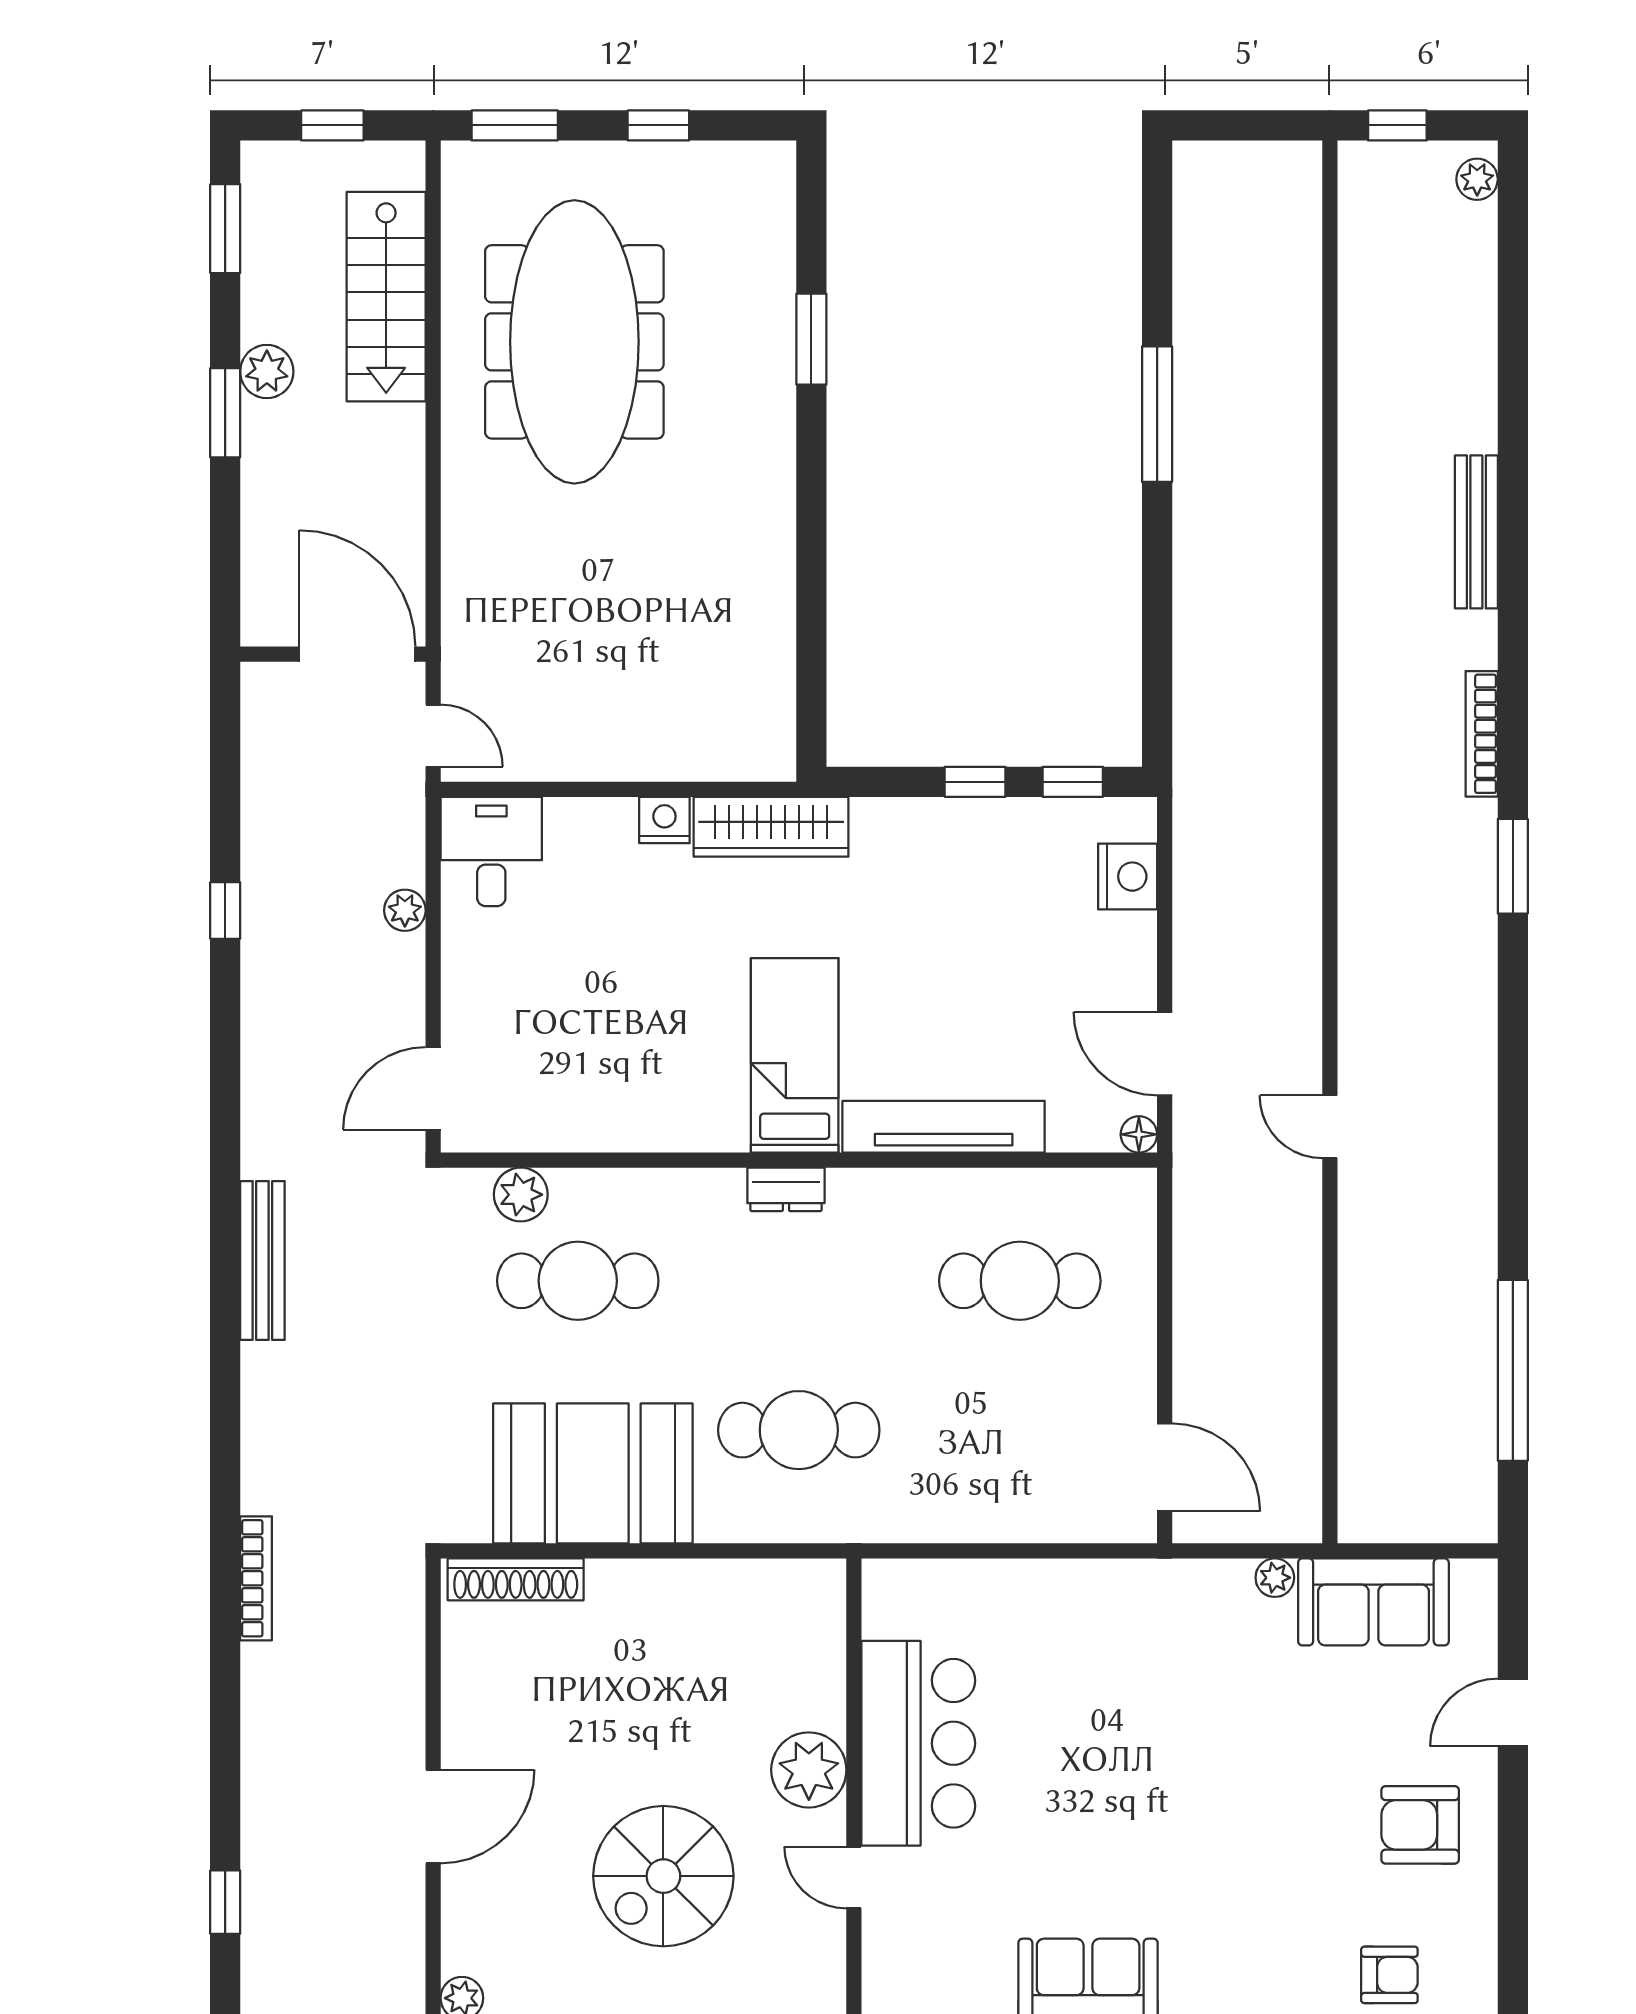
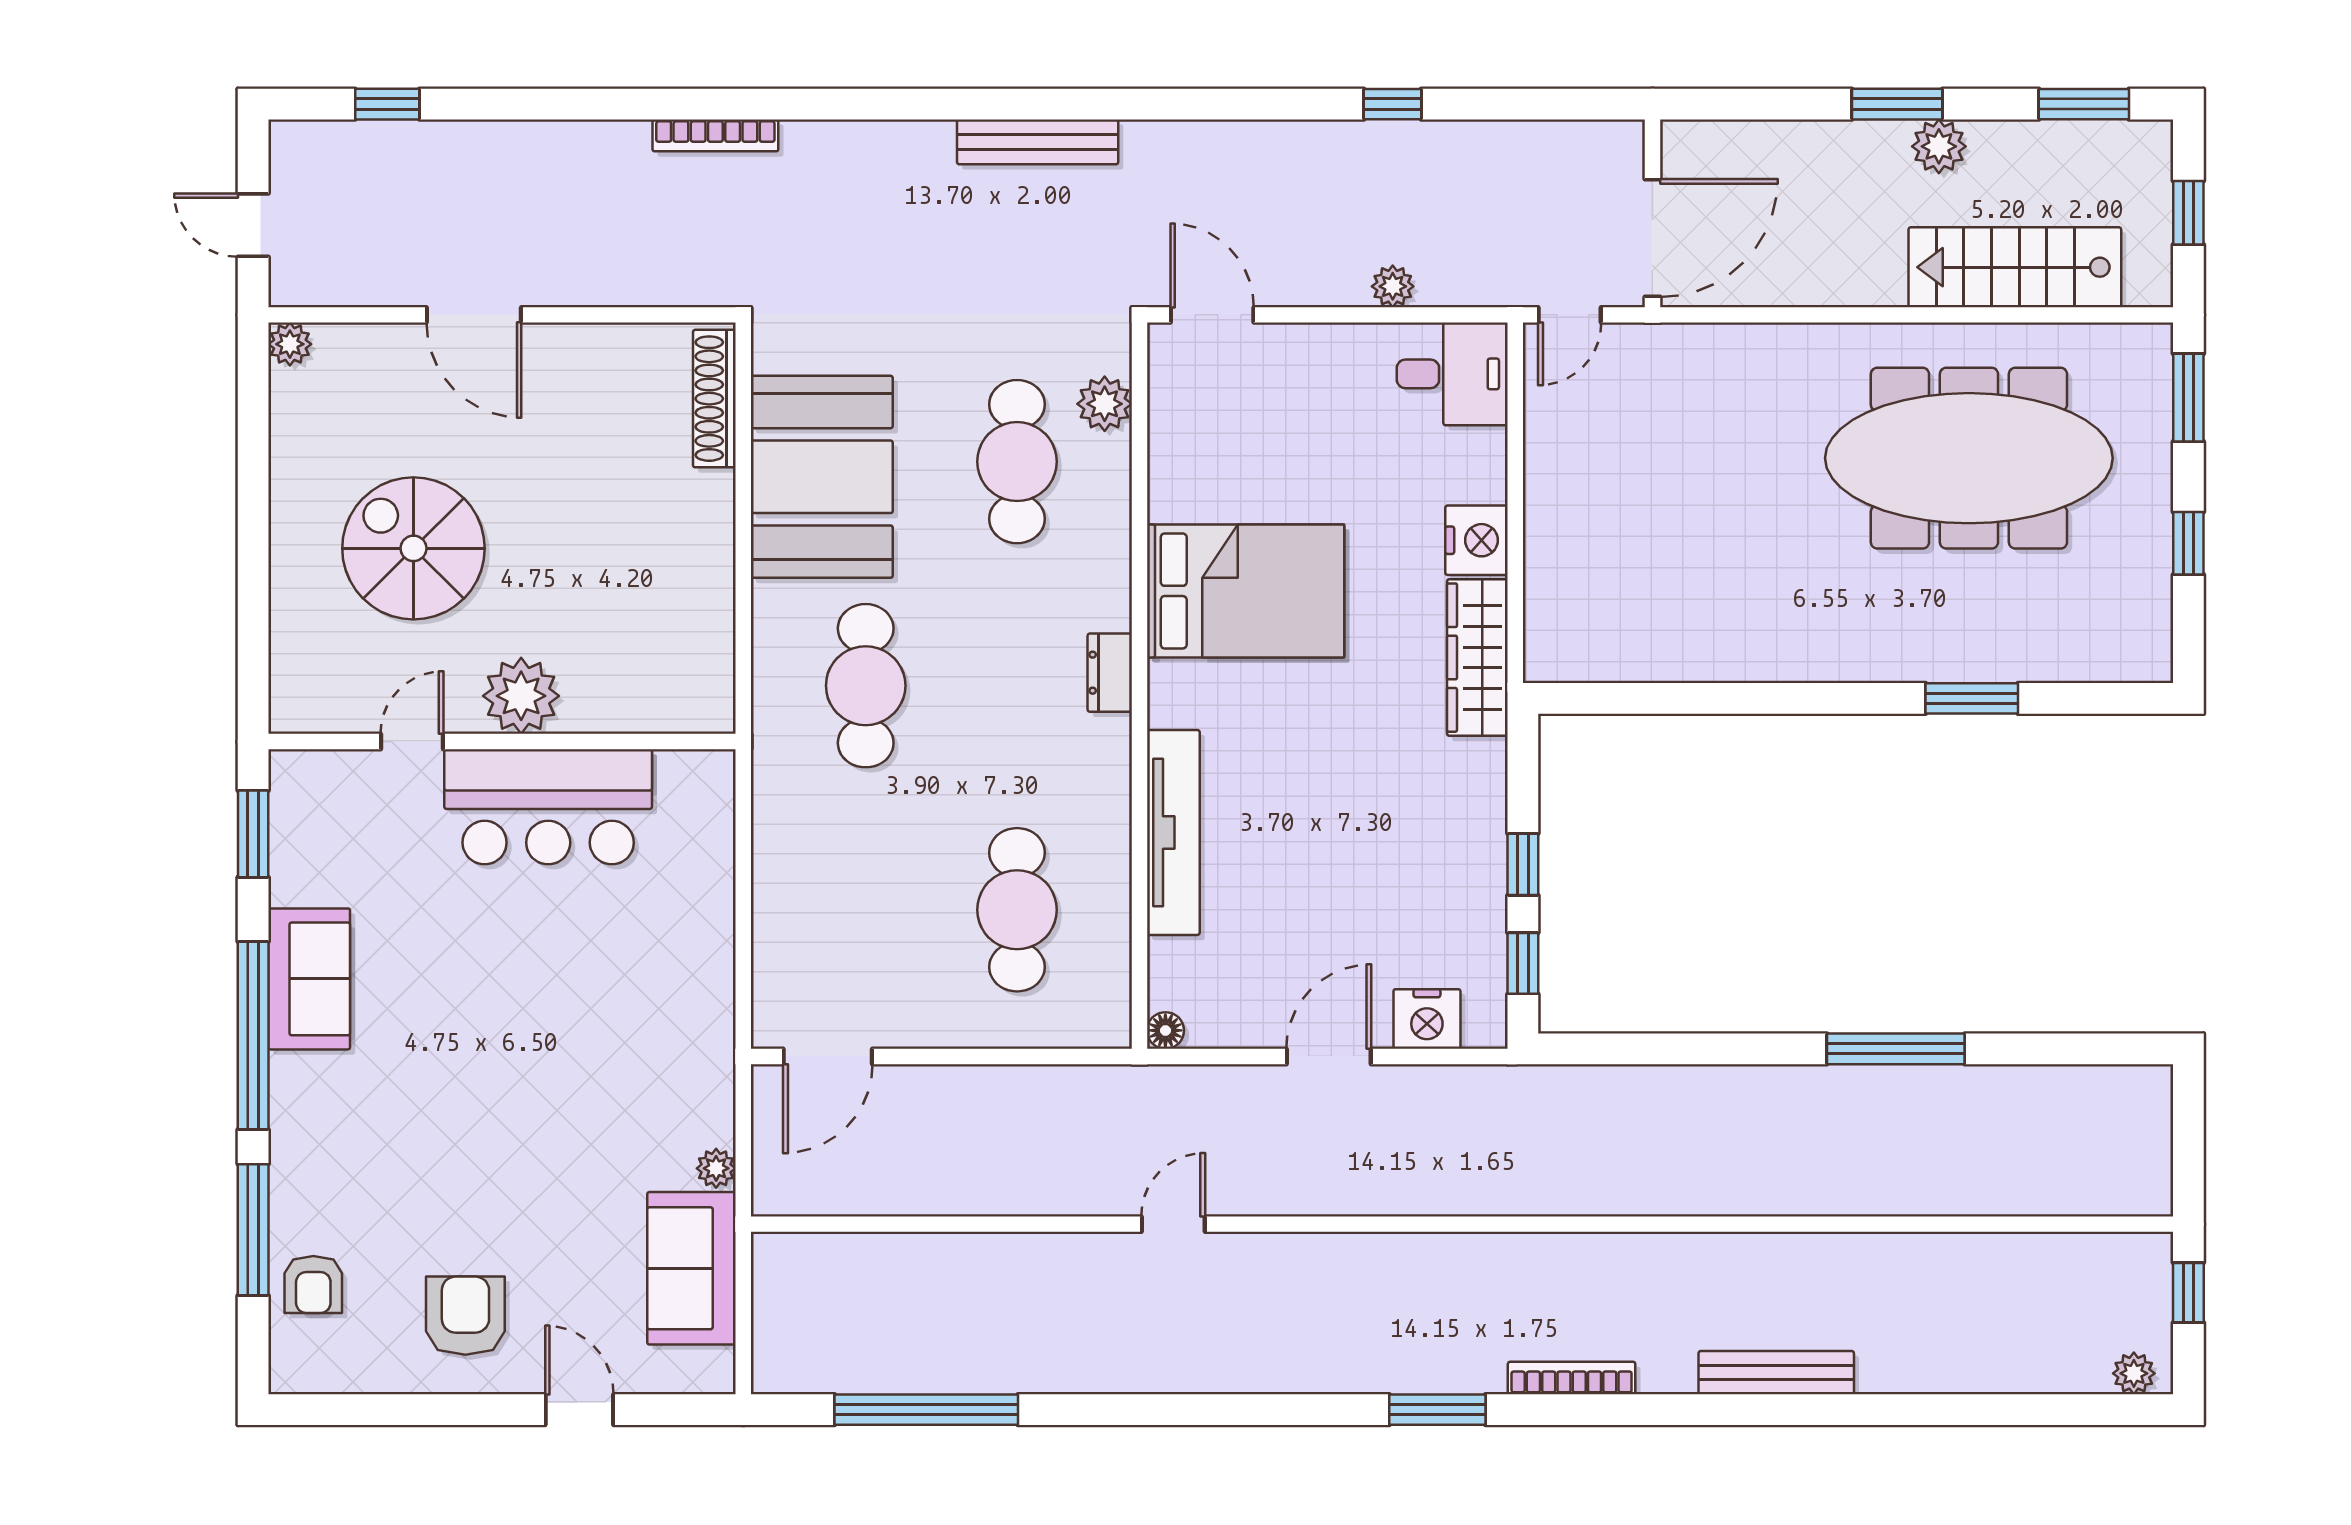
nightstand: (664, 820) -> (1477, 540), width x1.36, depth x1.33
door: (1165, 1054) -> (1329, 1056), moved
bed: (795, 1055) -> (1246, 591), moved, width x1.50

